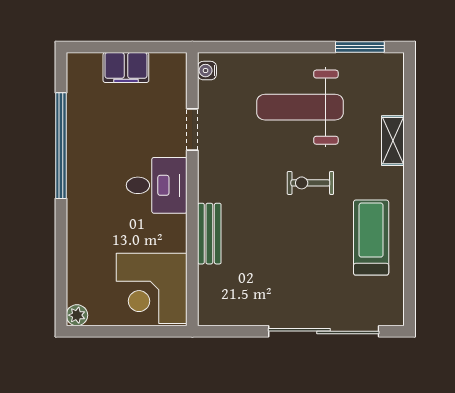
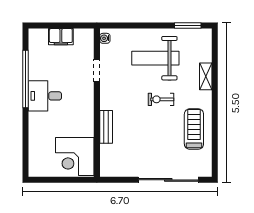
desk: (157, 185) -> (45, 96), moved, turned 180
plant: (77, 315) -> (34, 171), removed

